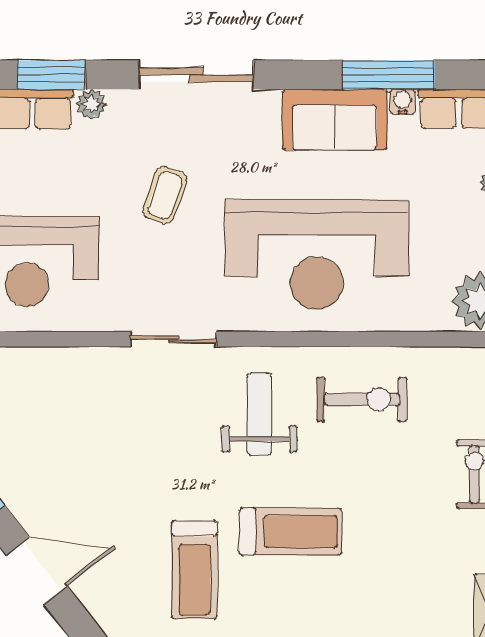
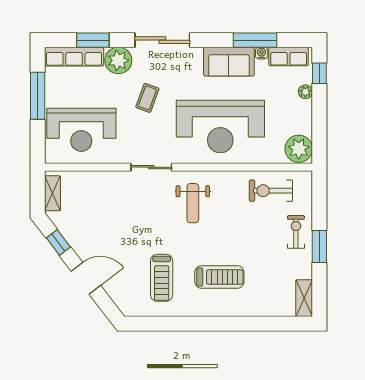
plant: (91, 104) -> (118, 60), width x1.88, depth x1.88
exercise bike: (362, 399) -> (271, 191), moved, turned 180
weight bench: (259, 414) -> (193, 203), turned 180
treadmill: (291, 532) -> (219, 277), moved

